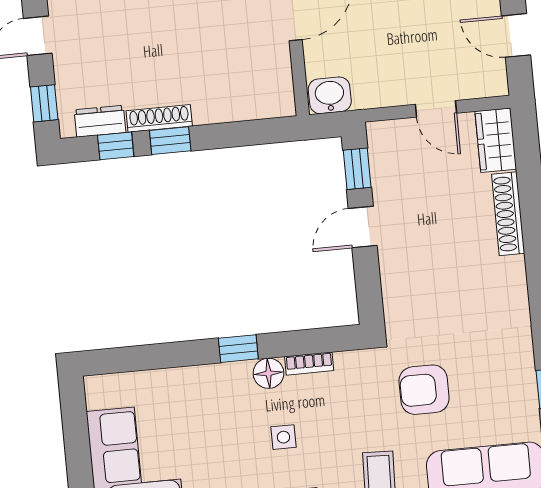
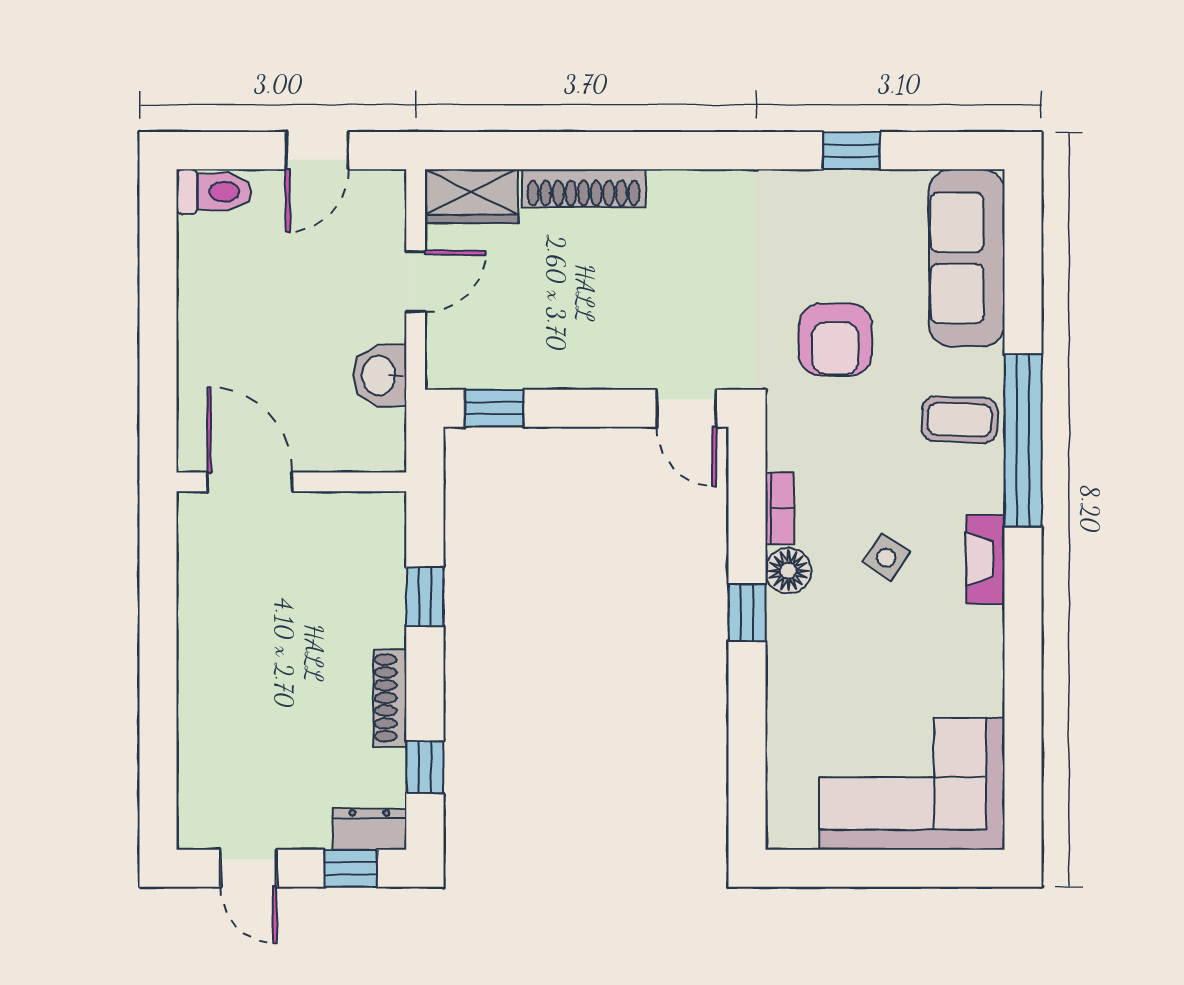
washbasin: (330, 95) -> (380, 375), moved
dresser: (100, 121) -> (369, 829), moved, turned 90
window: (170, 141) -> (425, 597), moved
door: (363, 227) -> (686, 408), moved
side table: (283, 437) -> (886, 557), turned 34

